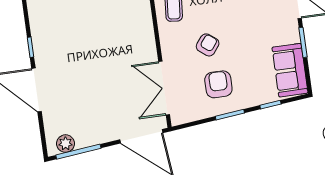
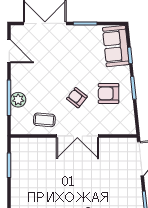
sofa: (290, 70) -> (116, 46), moved, turned 84
double door: (164, 88) -> (77, 136), moved

